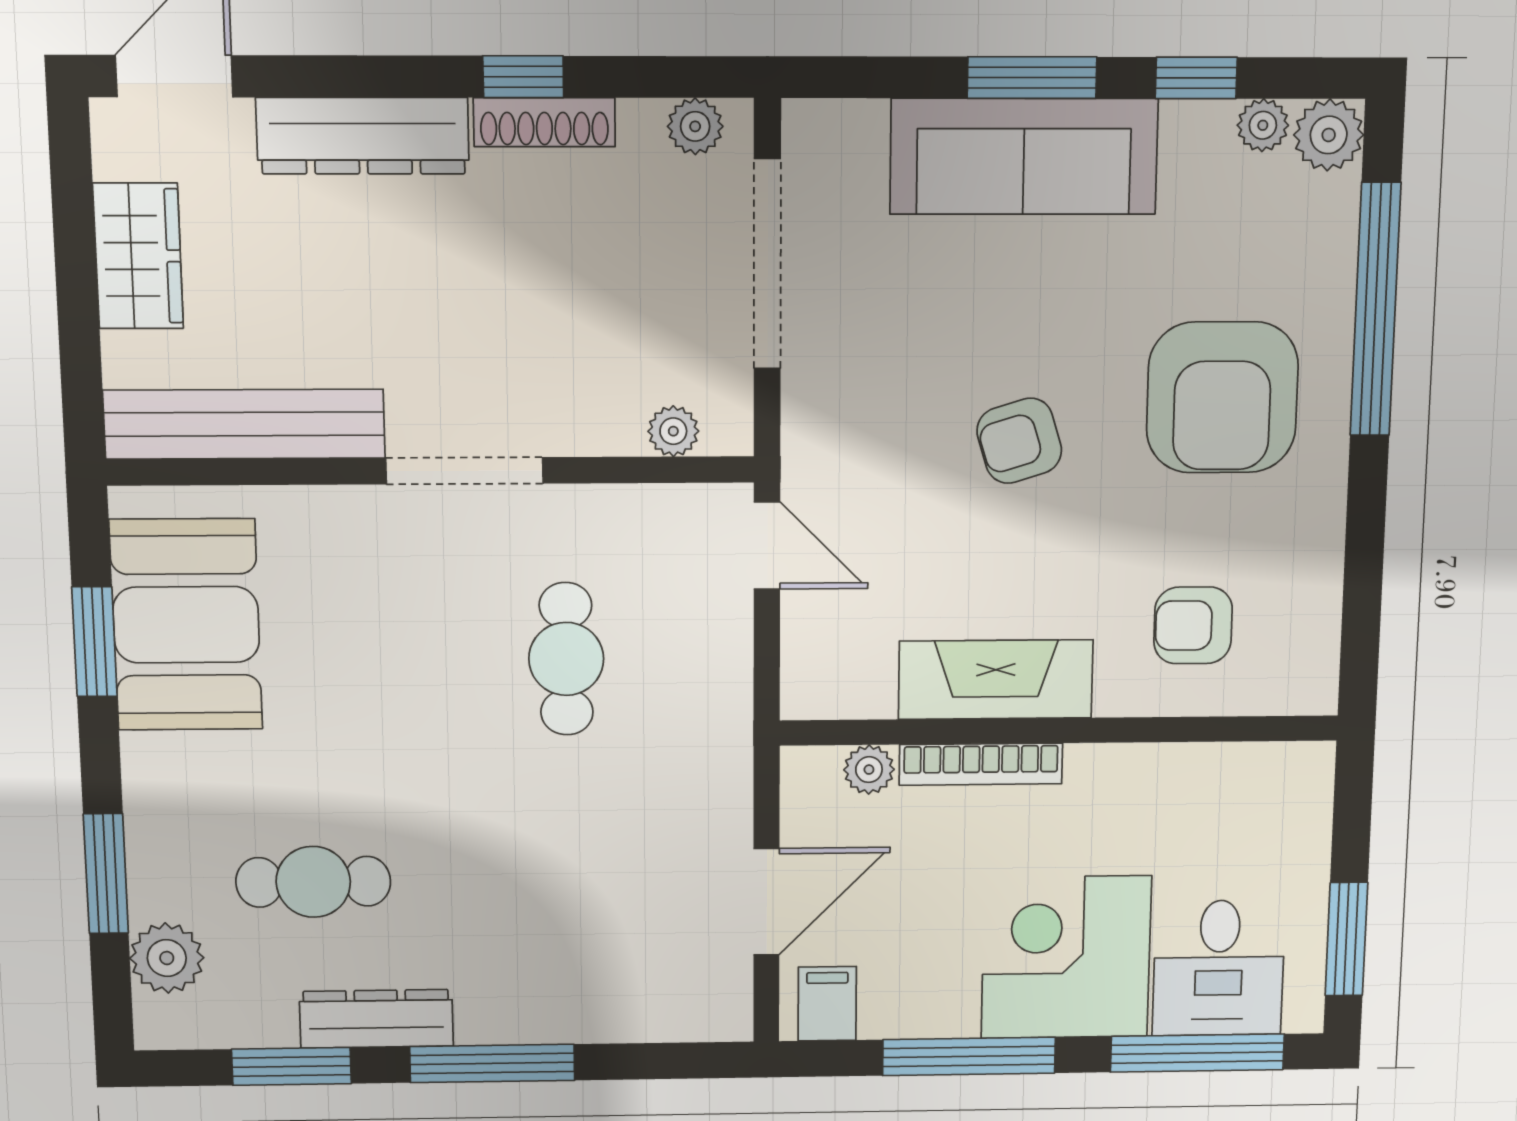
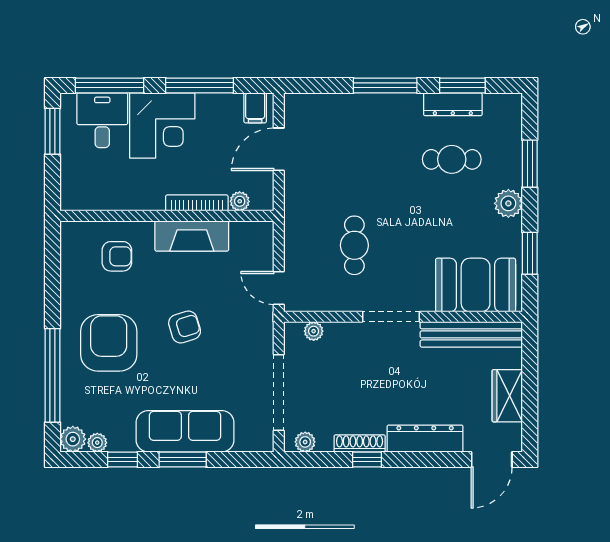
booth: (186, 625) -> (476, 285), moved, turned 90
plant: (167, 958) -> (508, 203), moved
dresser: (376, 1019) -> (453, 104), moved

